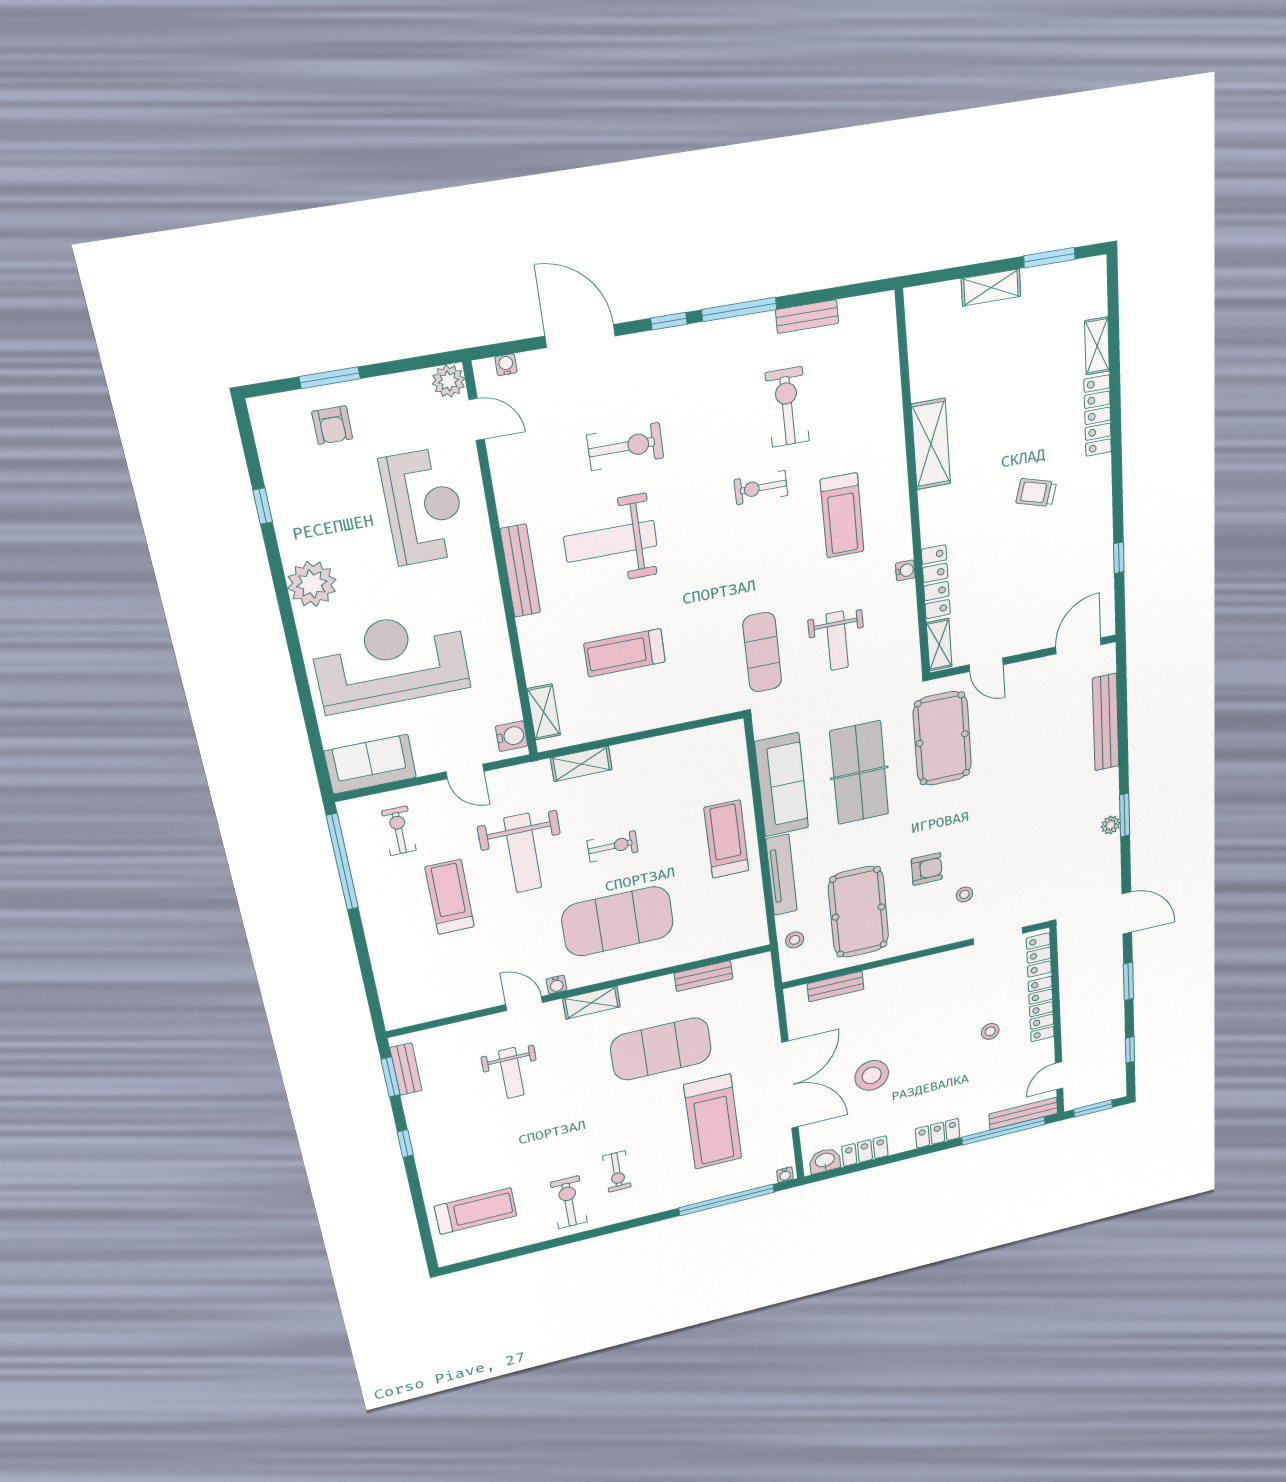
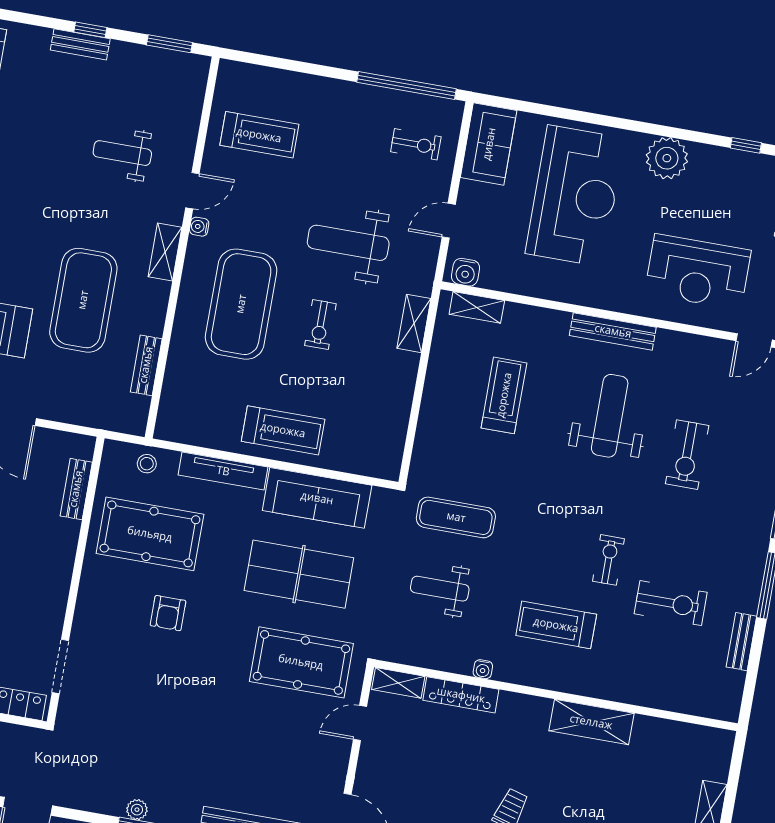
stool: (964, 894) -> (123, 644), removed
treadmill: (450, 897) -> (259, 135), moved
bench: (406, 1069) -> (80, 44), moved

